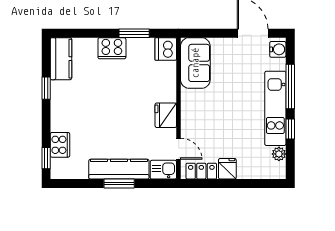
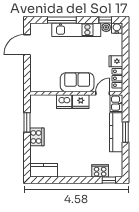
dishwasher: (166, 49) -> (64, 102), moved
water cooler: (278, 49) -> (117, 28), moved
sofa: (195, 63) -> (77, 82), moved
window: (46, 88) -> (63, 180), removed
window: (290, 129) -> (105, 20), moved

